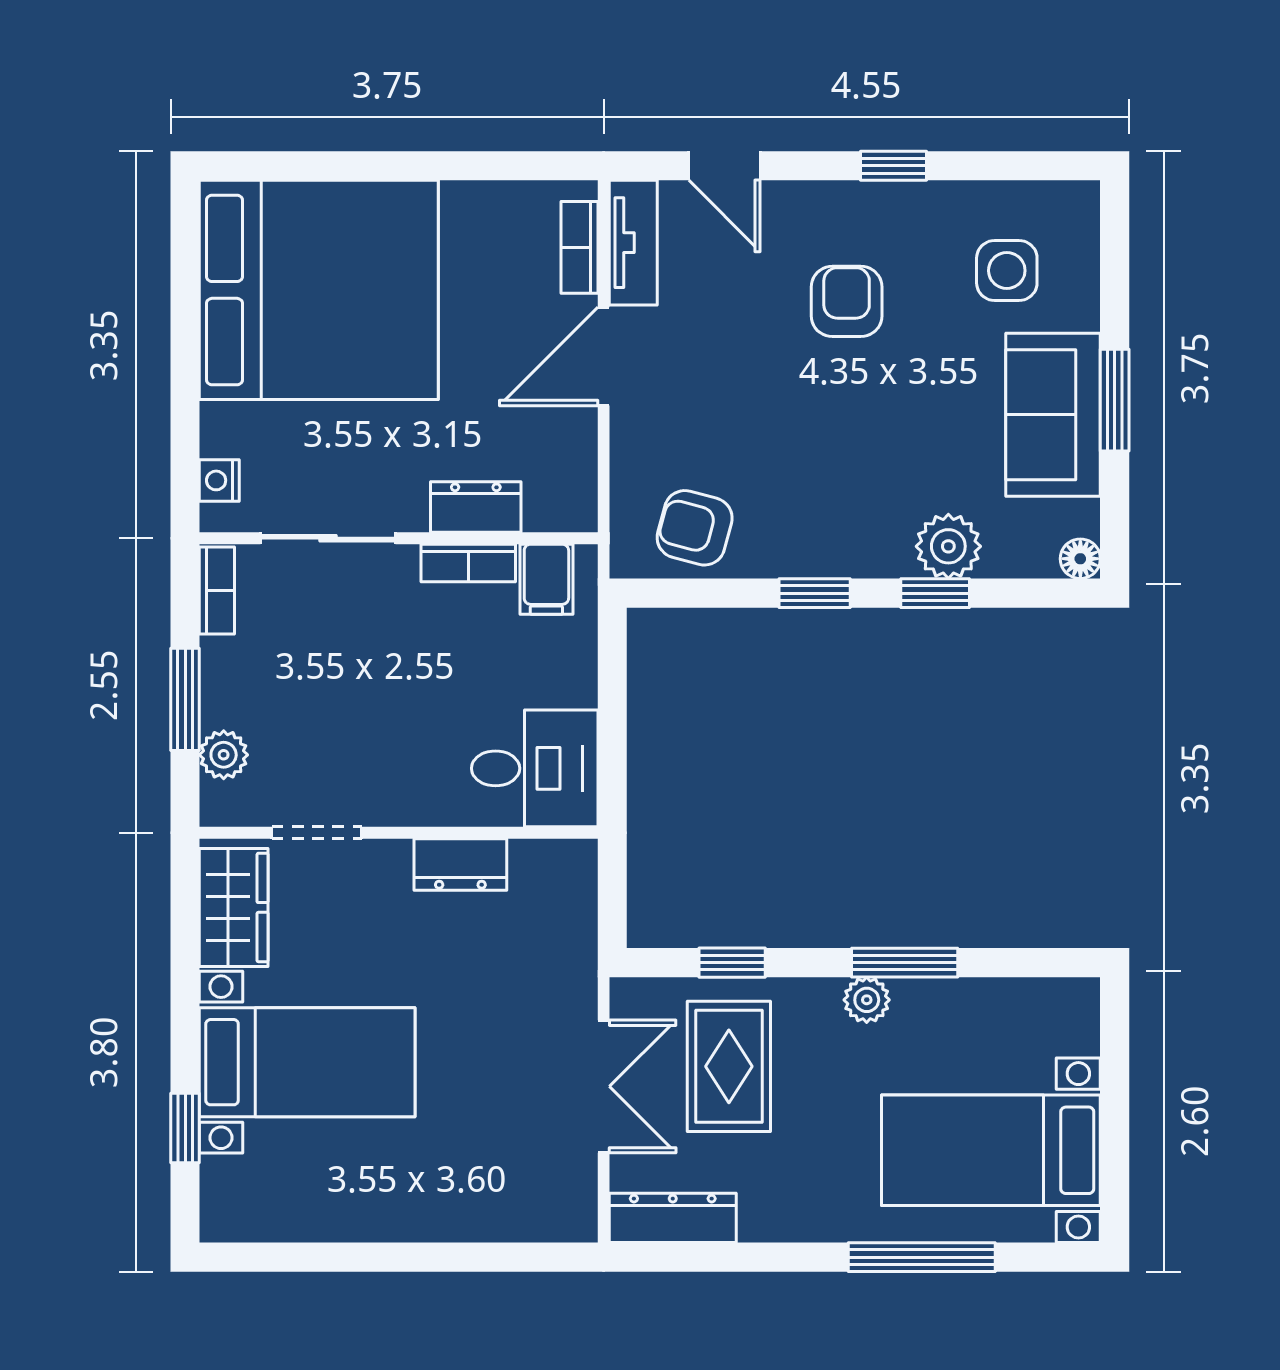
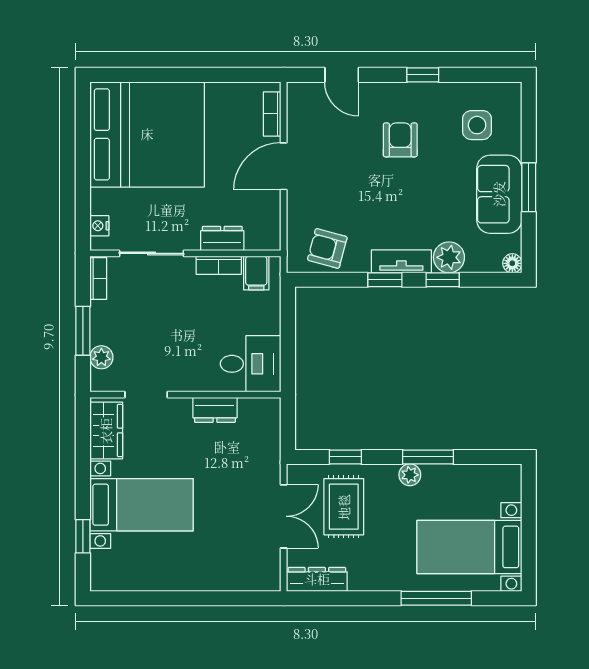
tv unit: (633, 243) -> (401, 261), moved, turned -90

